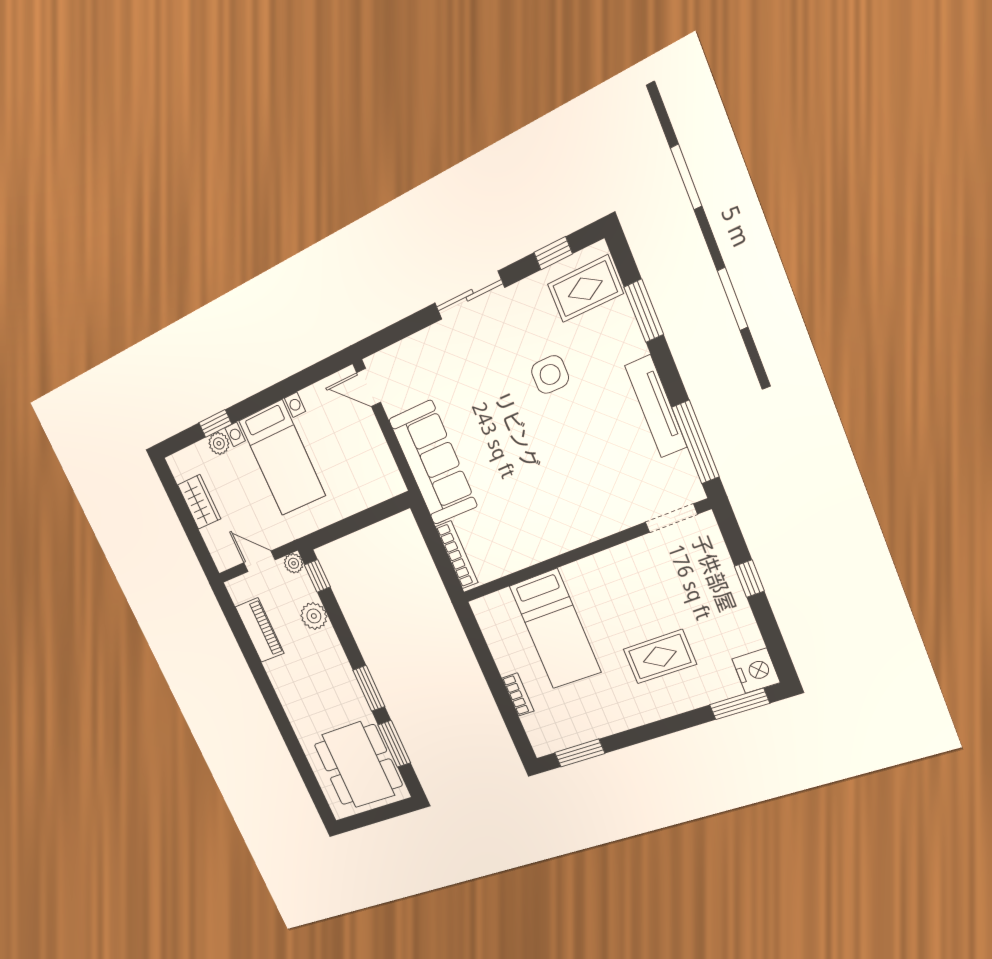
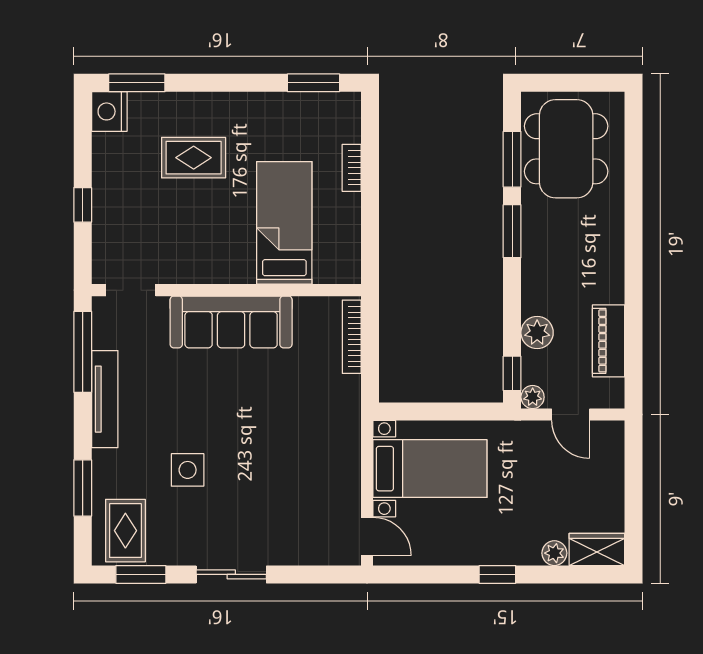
window: (553, 253) -> (141, 574), width x1.50
rug: (585, 289) -> (125, 531), turned 90
window: (215, 423) -> (497, 574), moved
bed with nightstands: (282, 458) -> (430, 469), moved, turned 90
sofa: (433, 463) -> (231, 322), moved, turned -90
wardrobe: (199, 502) -> (597, 549), moved, turned 90

